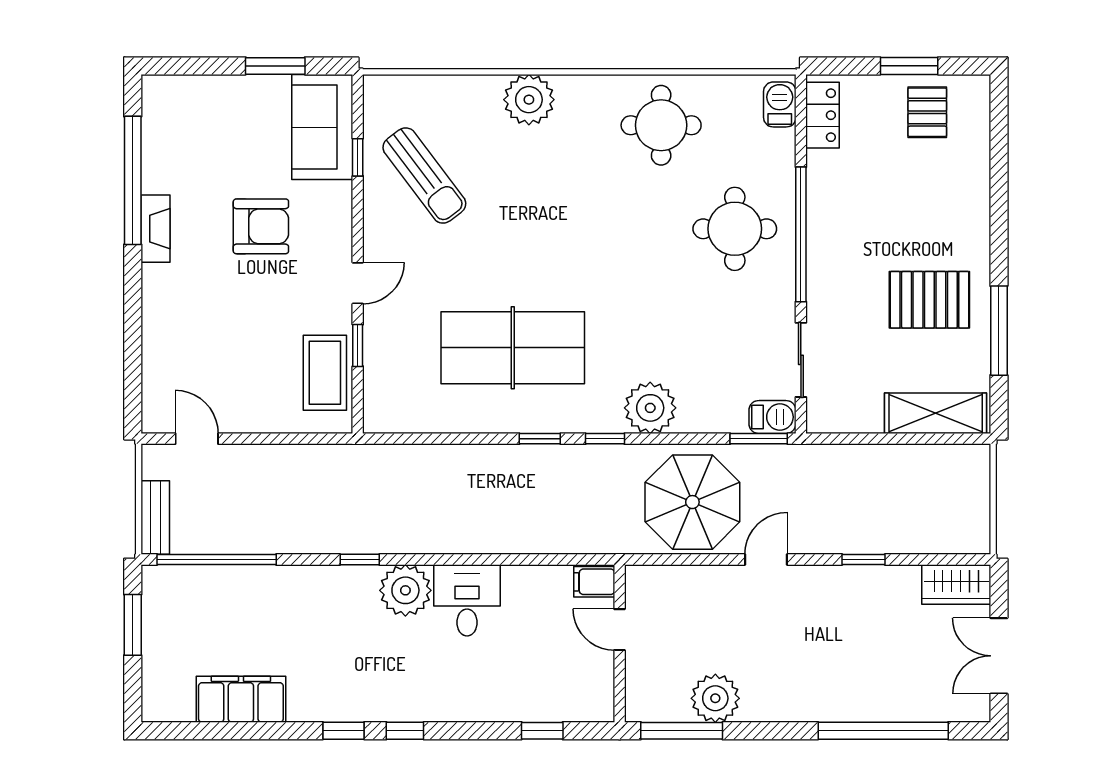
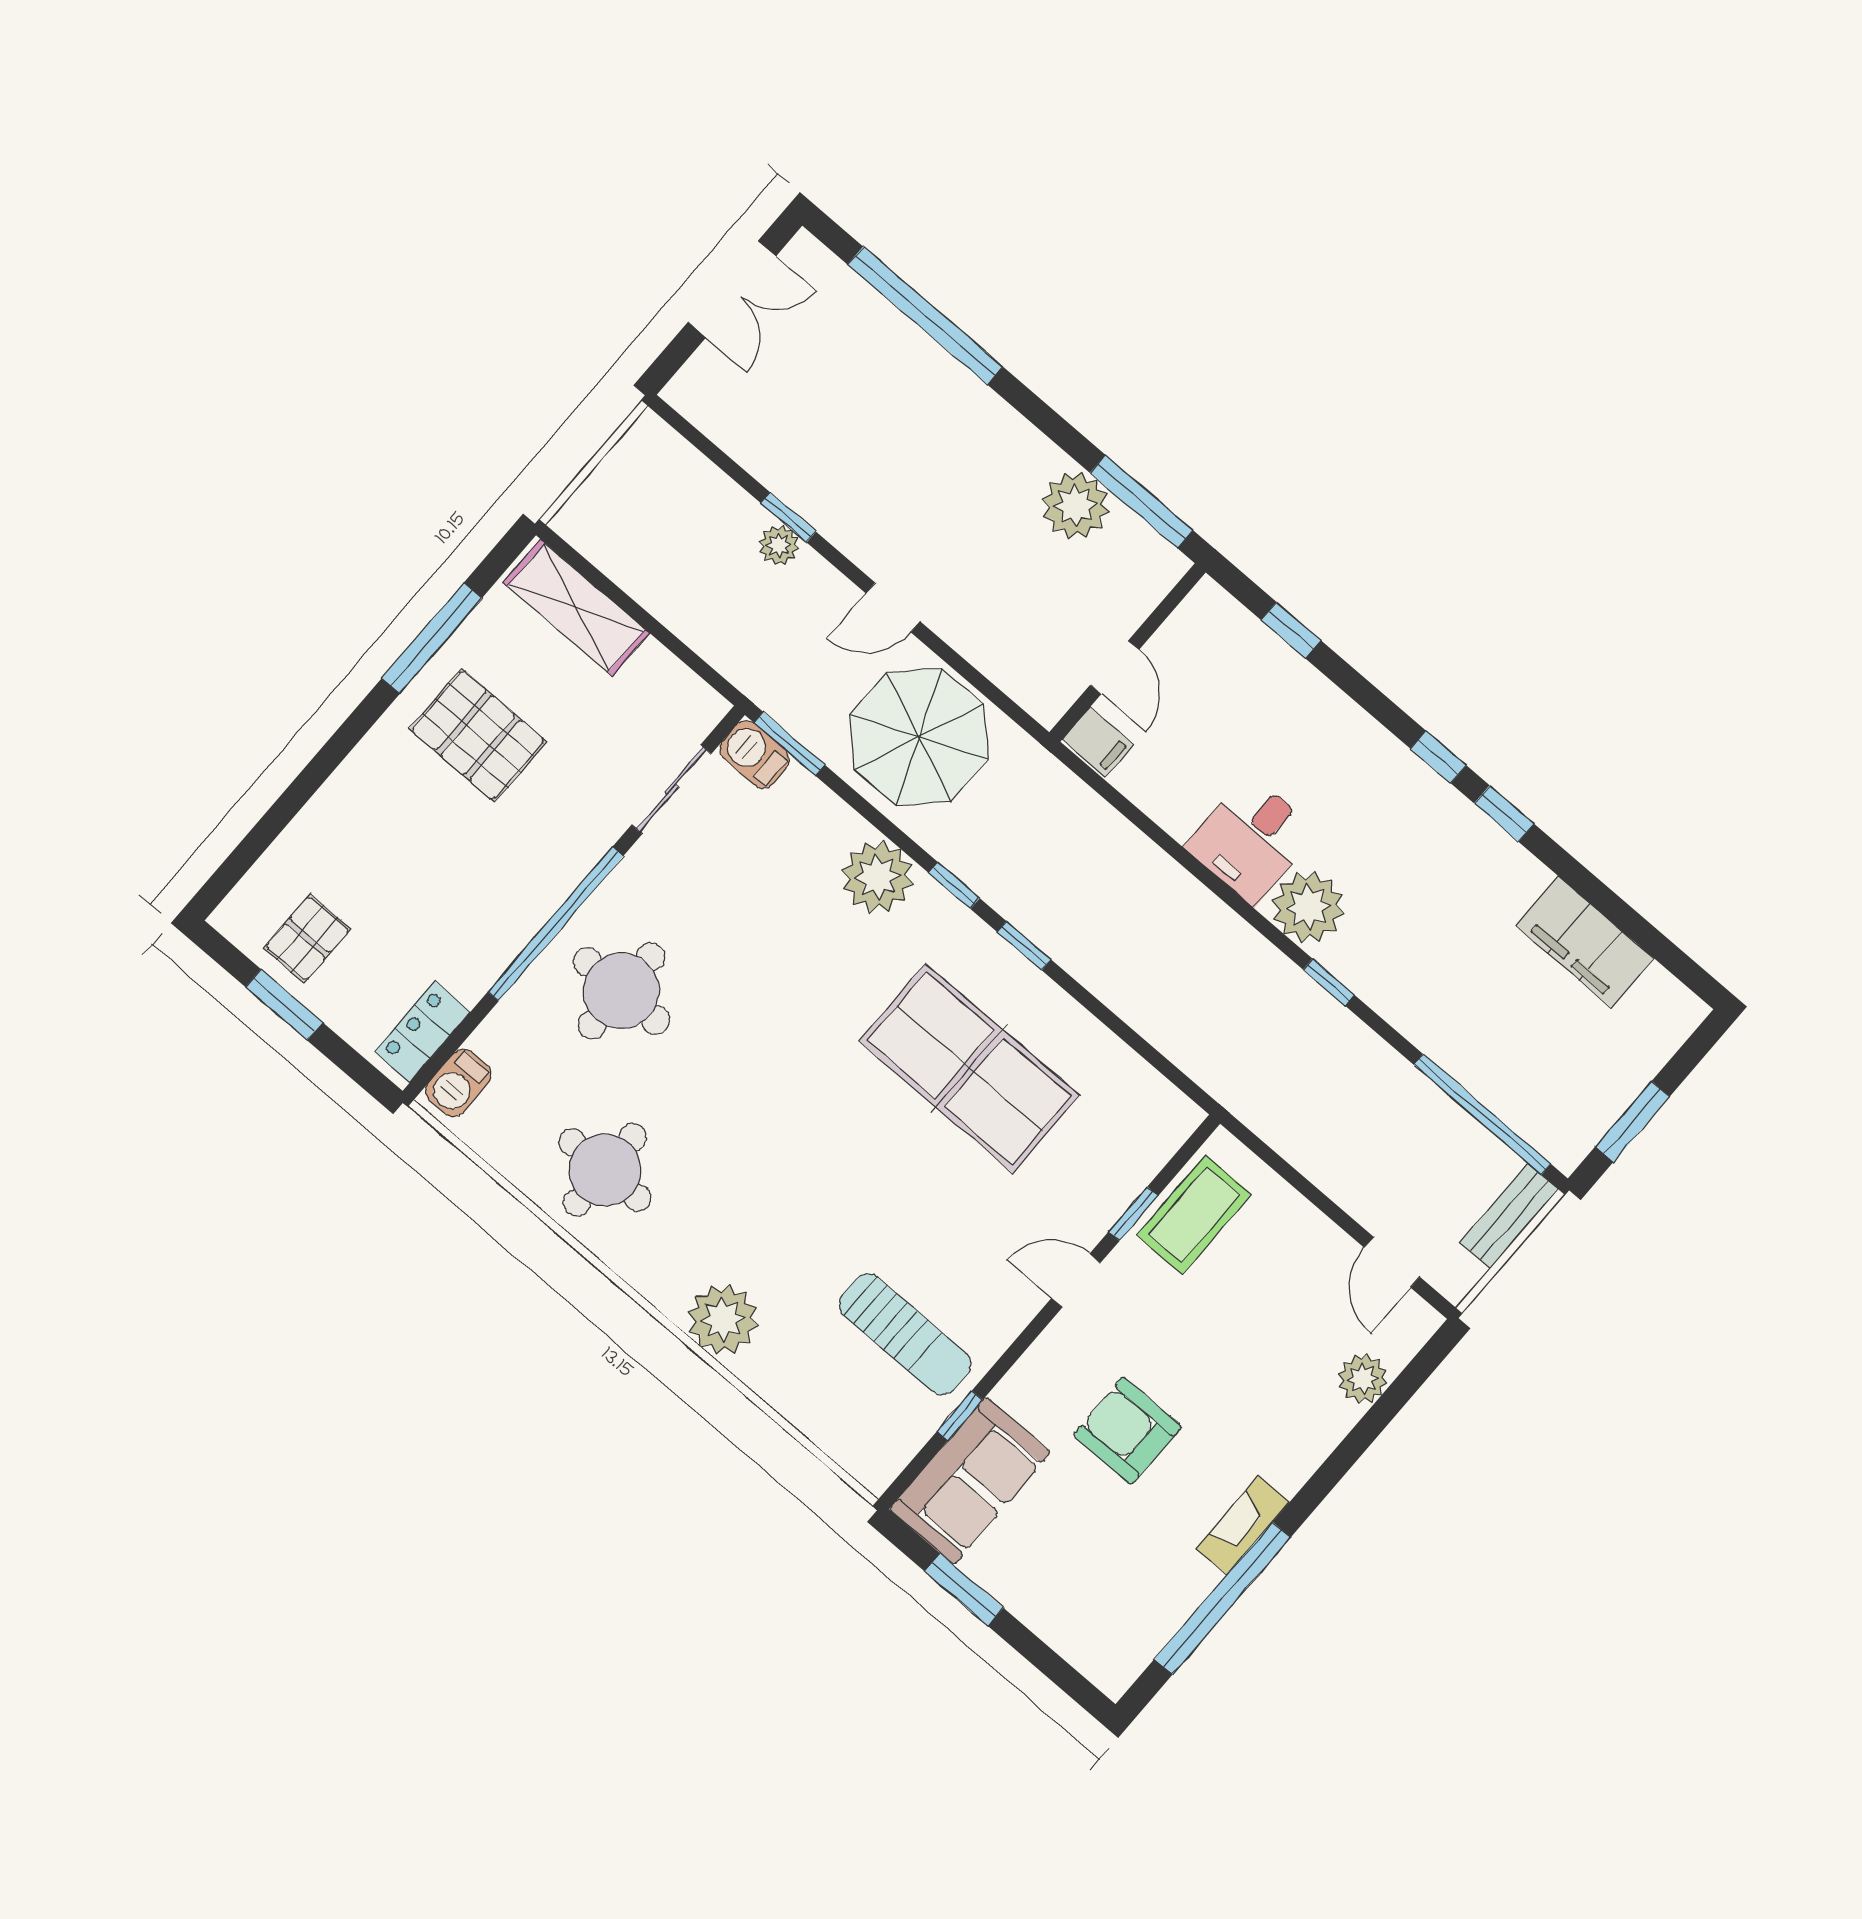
sun lounger: (424, 176) -> (905, 1334), turned 127
plant: (159, 363) -> (1363, 1379), added
plant: (856, 540) -> (779, 545), added
wardrobe: (956, 585) -> (712, 405), removed

